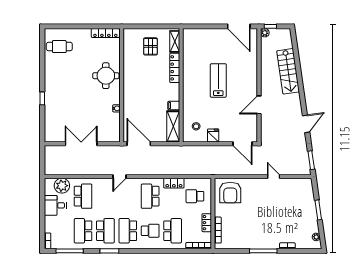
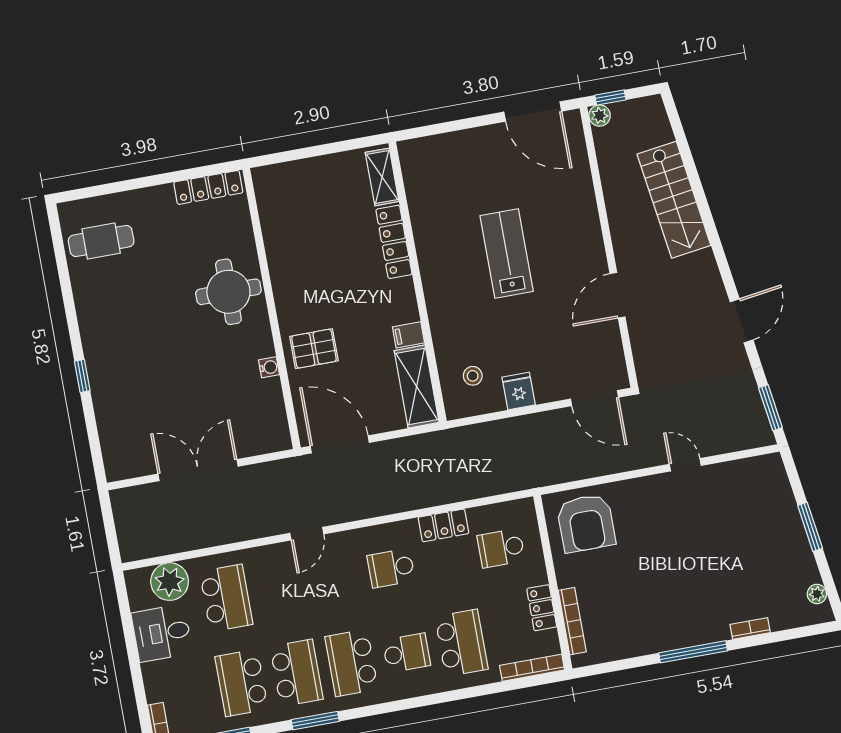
pallet: (150, 46) -> (314, 349), moved, turned 90
school desk: (150, 196) -> (391, 568), width x0.54

